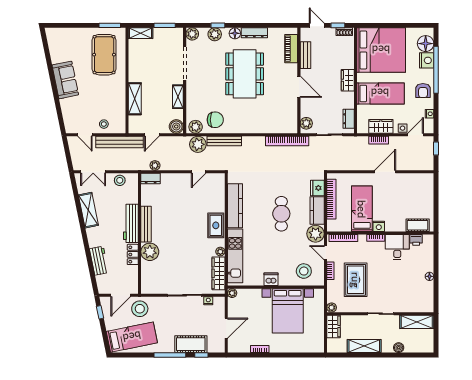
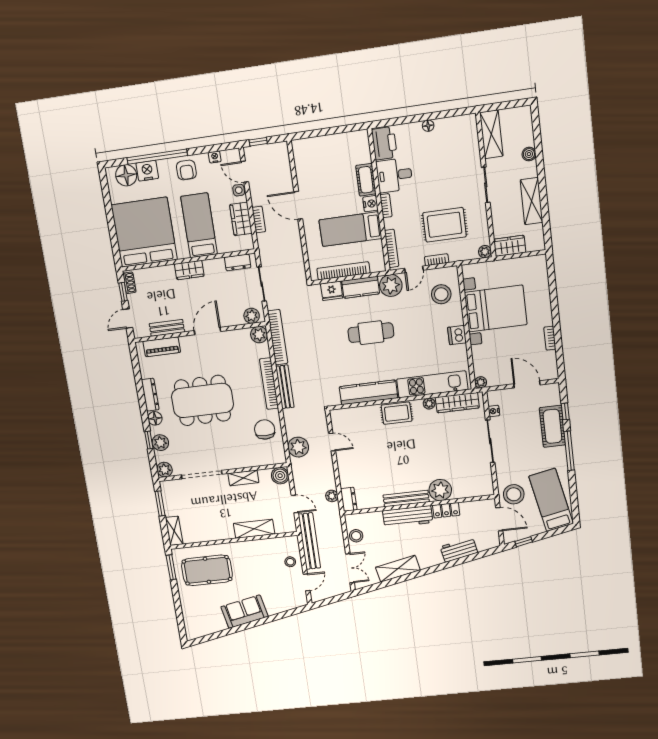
armchair: (423, 91) -> (186, 170), turned 90
plant: (196, 127) -> (259, 335), moved
bookcase: (251, 129) -> (269, 384), added
bench: (224, 141) -> (285, 387), moved
cot: (418, 225) -> (366, 180), moved
printer: (416, 240) -> (384, 143), width x1.87, depth x1.48

